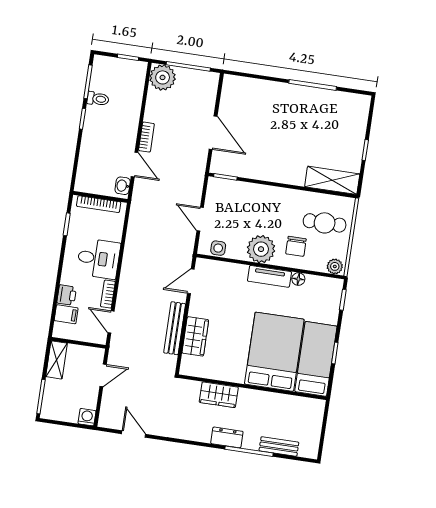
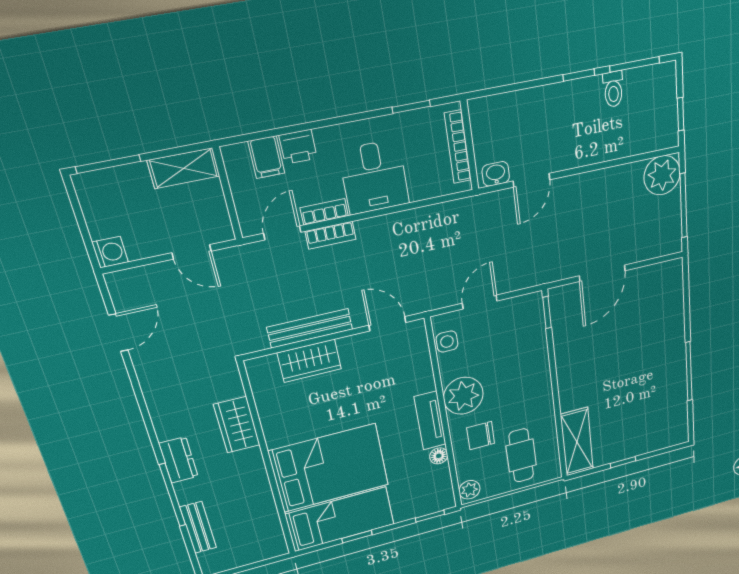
bookcase: (146, 137) -> (331, 235), moved

